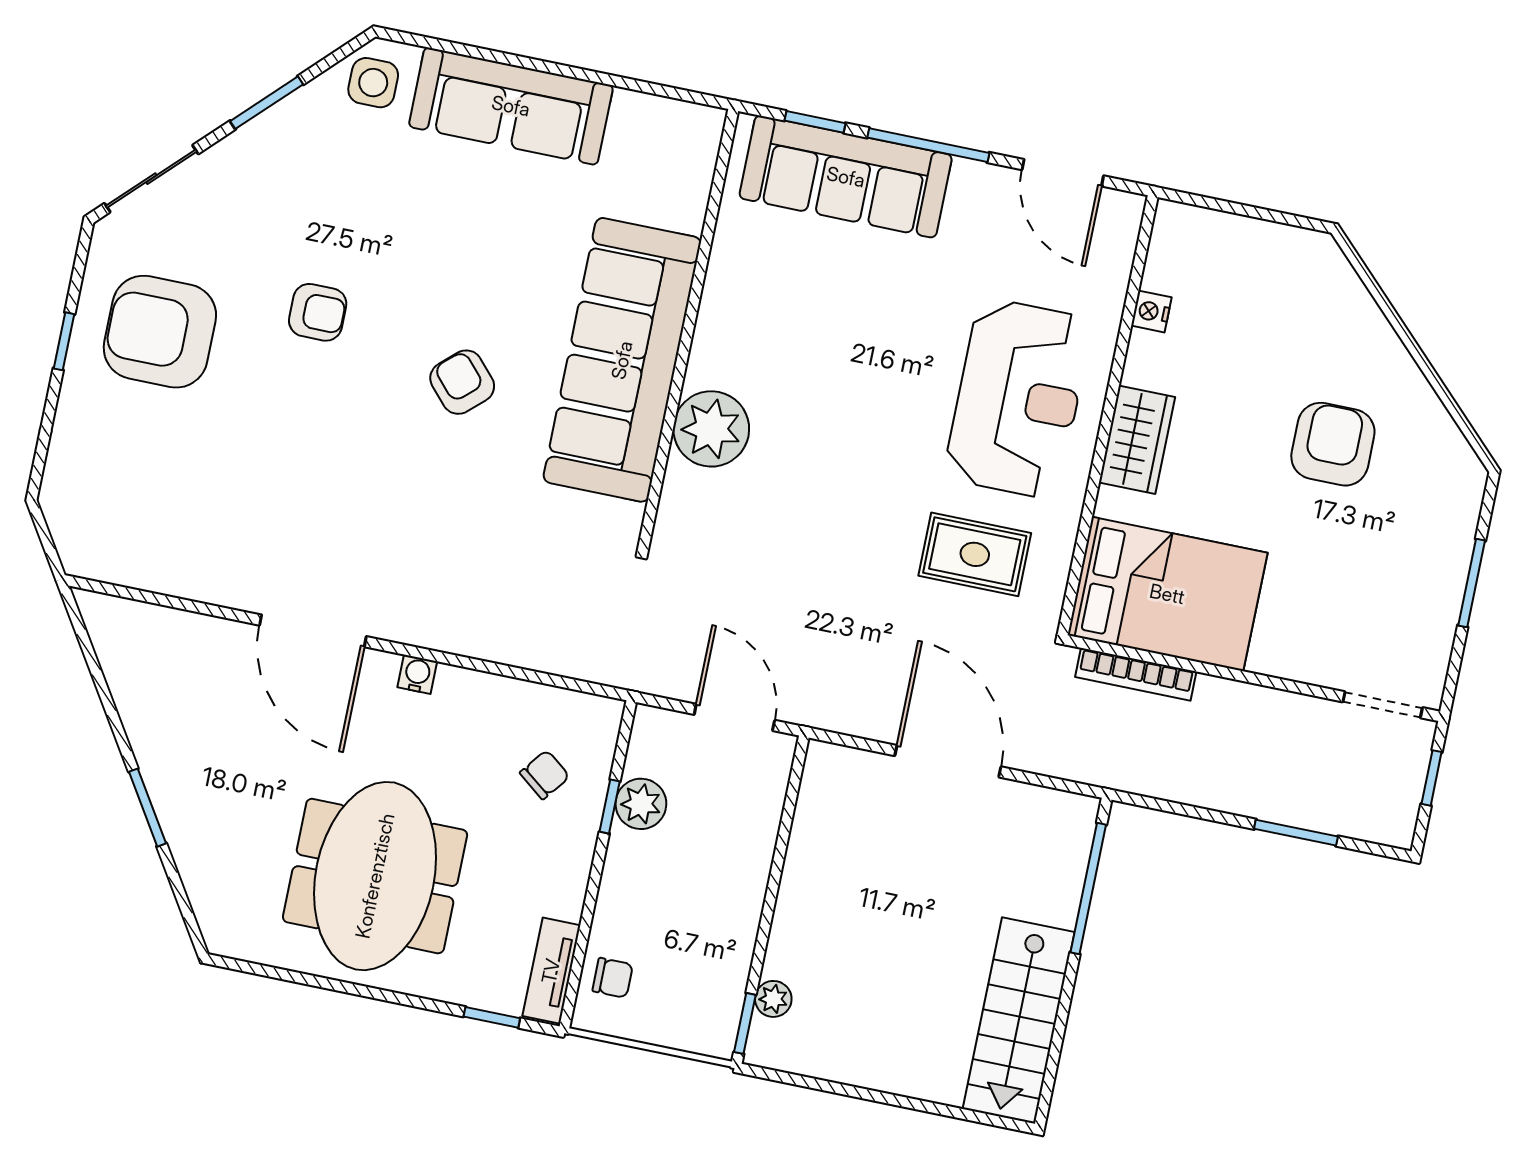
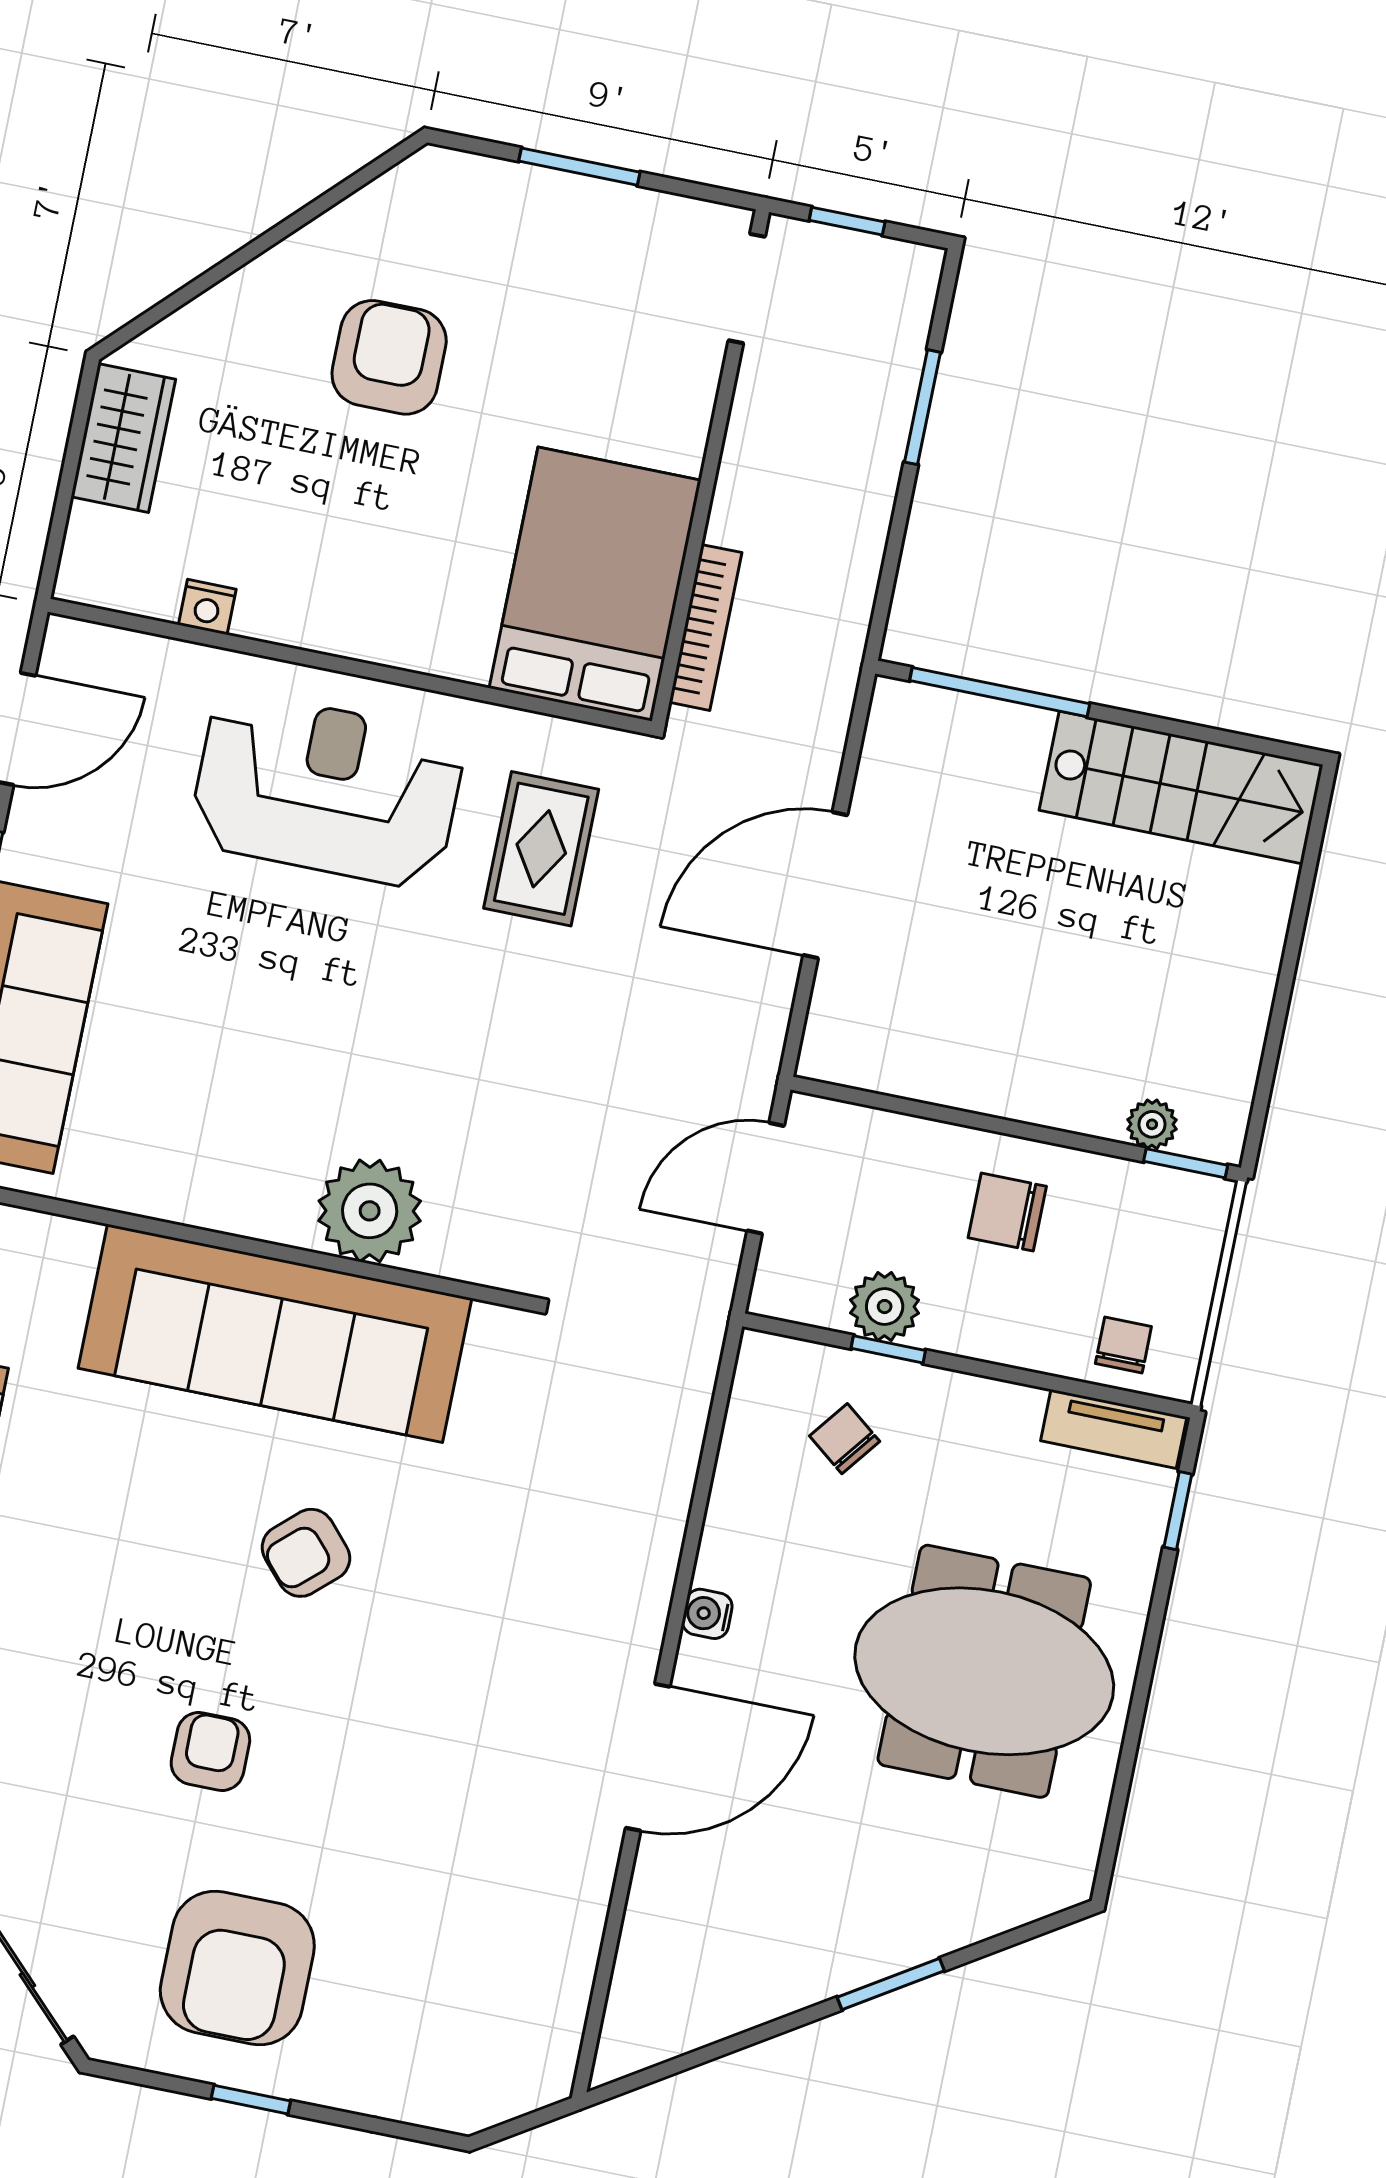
wardrobe: (1137, 440) -> (123, 438), moved, turned 90
armchair: (1333, 444) -> (389, 357), turned 90
chair: (710, 893) -> (1007, 1212), added

